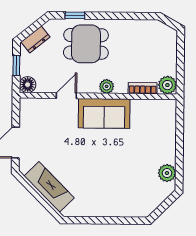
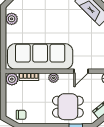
chair: (154, 33) -> (21, 115), added
sofa: (104, 113) -> (40, 56), width x1.85, depth x1.27

